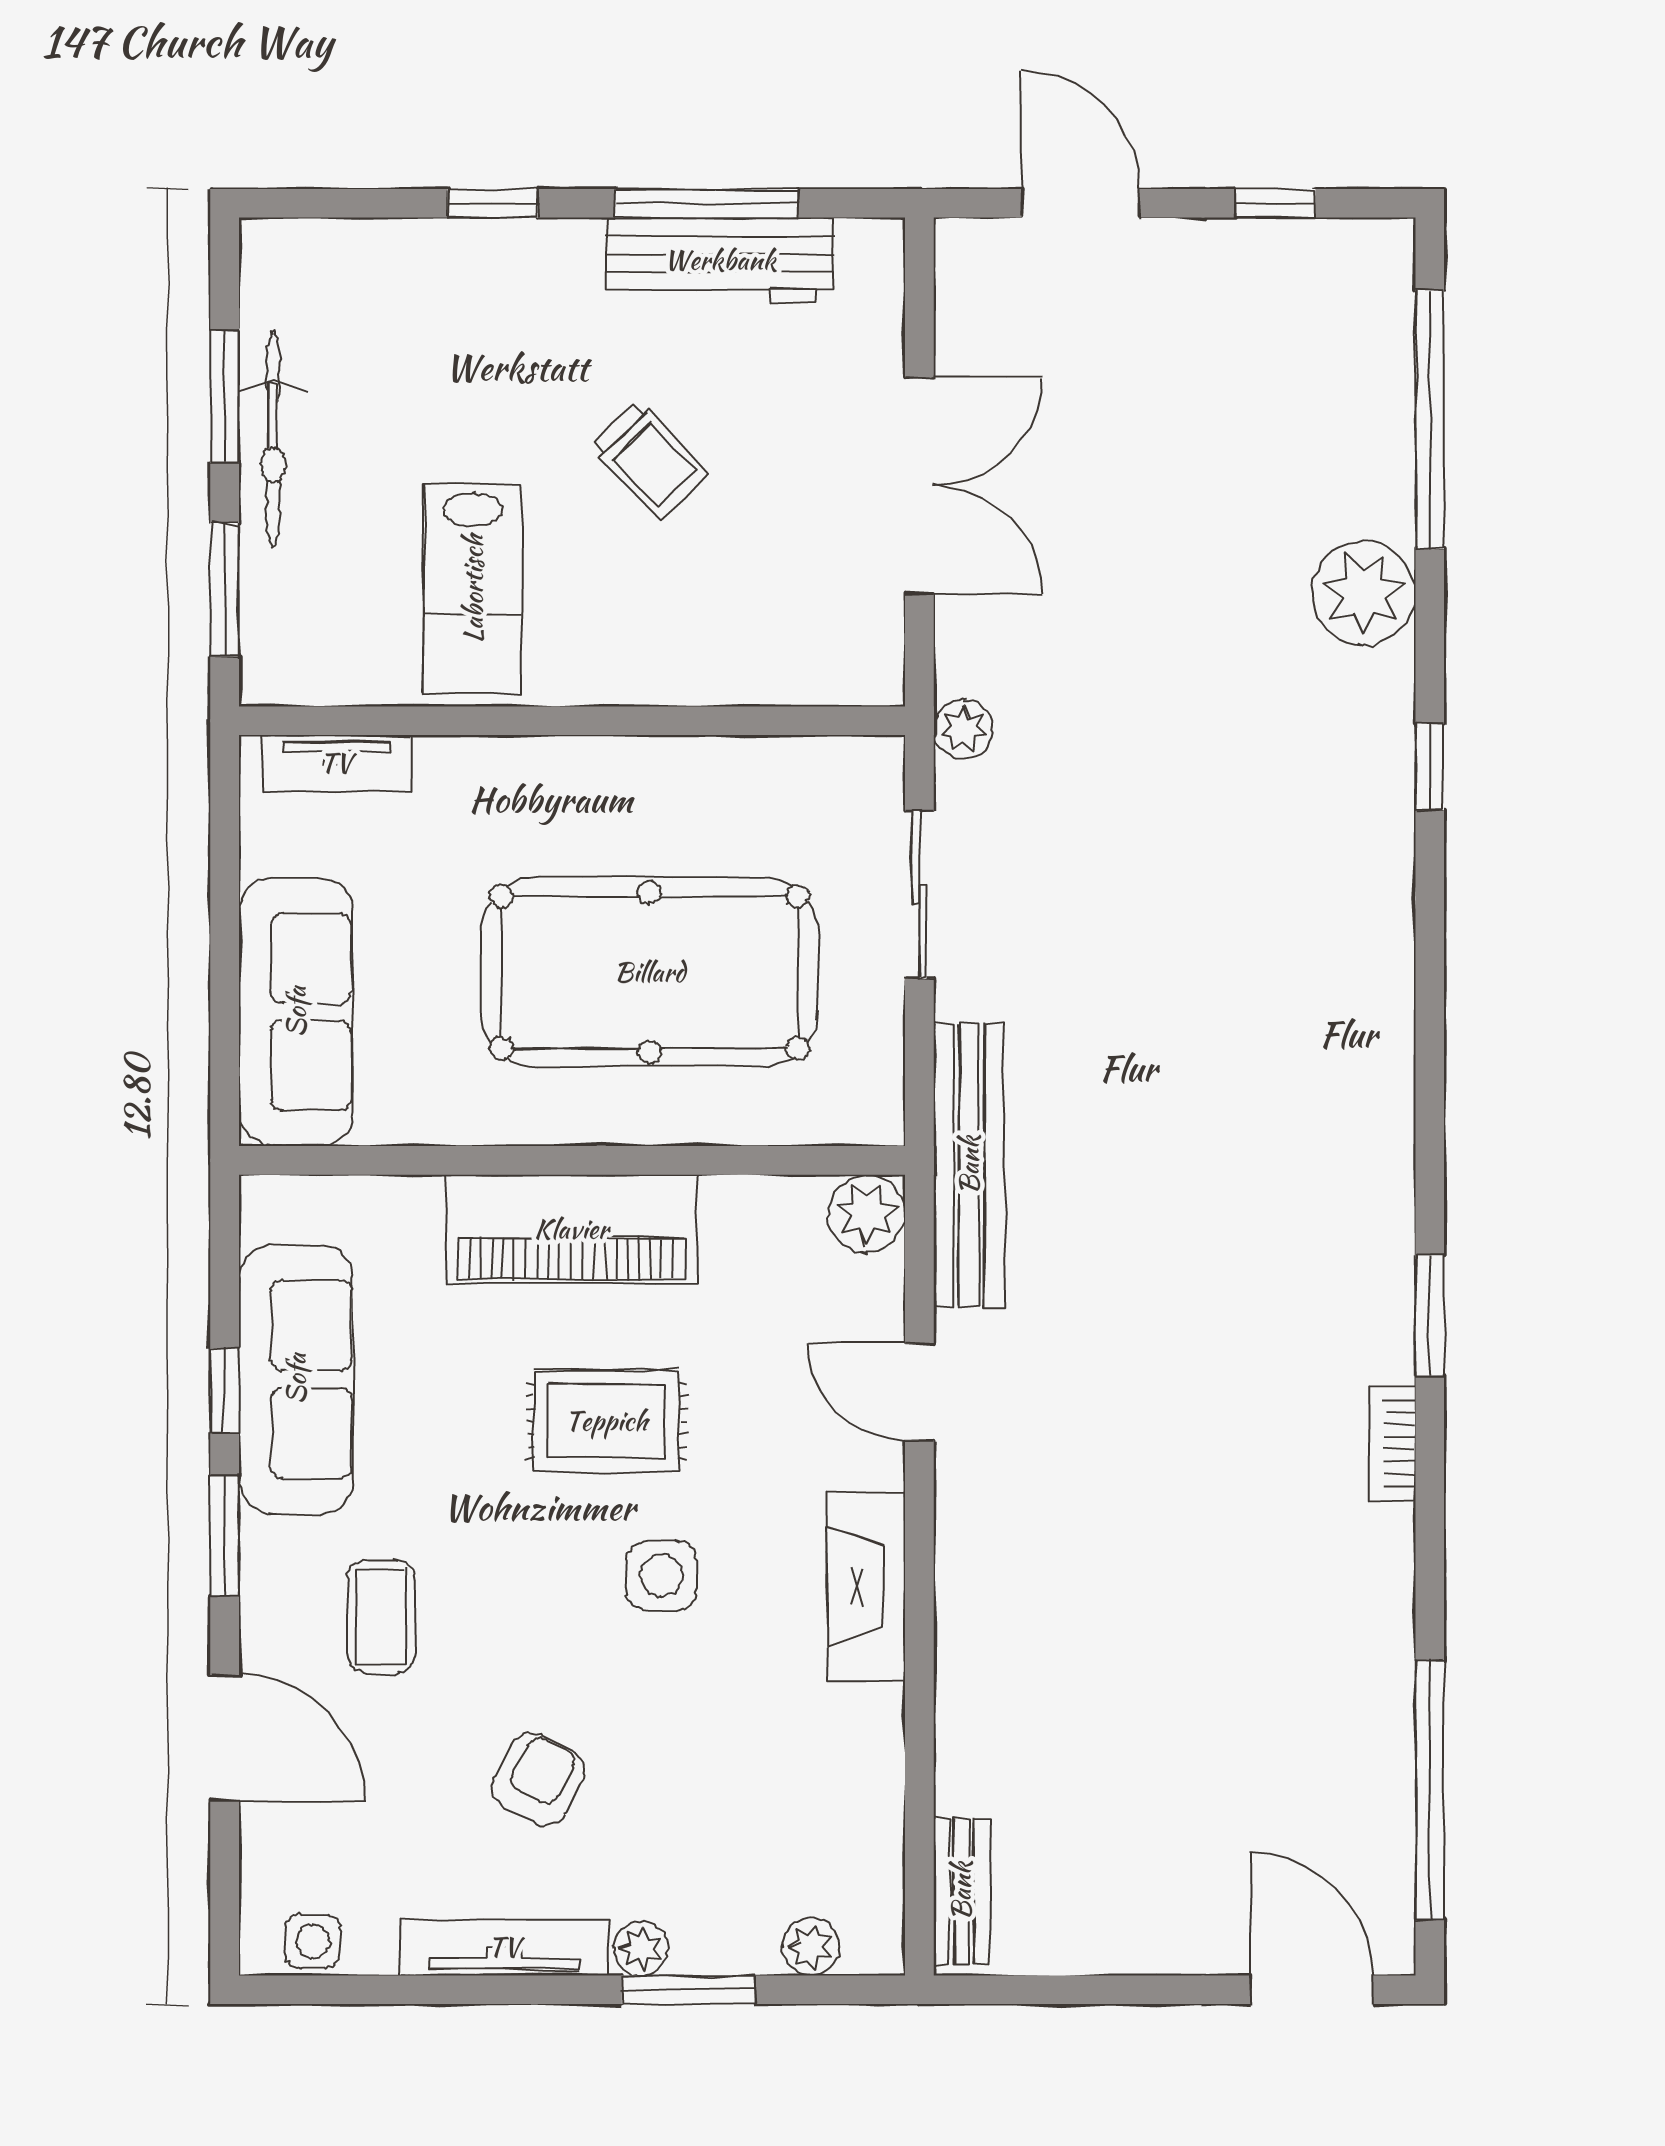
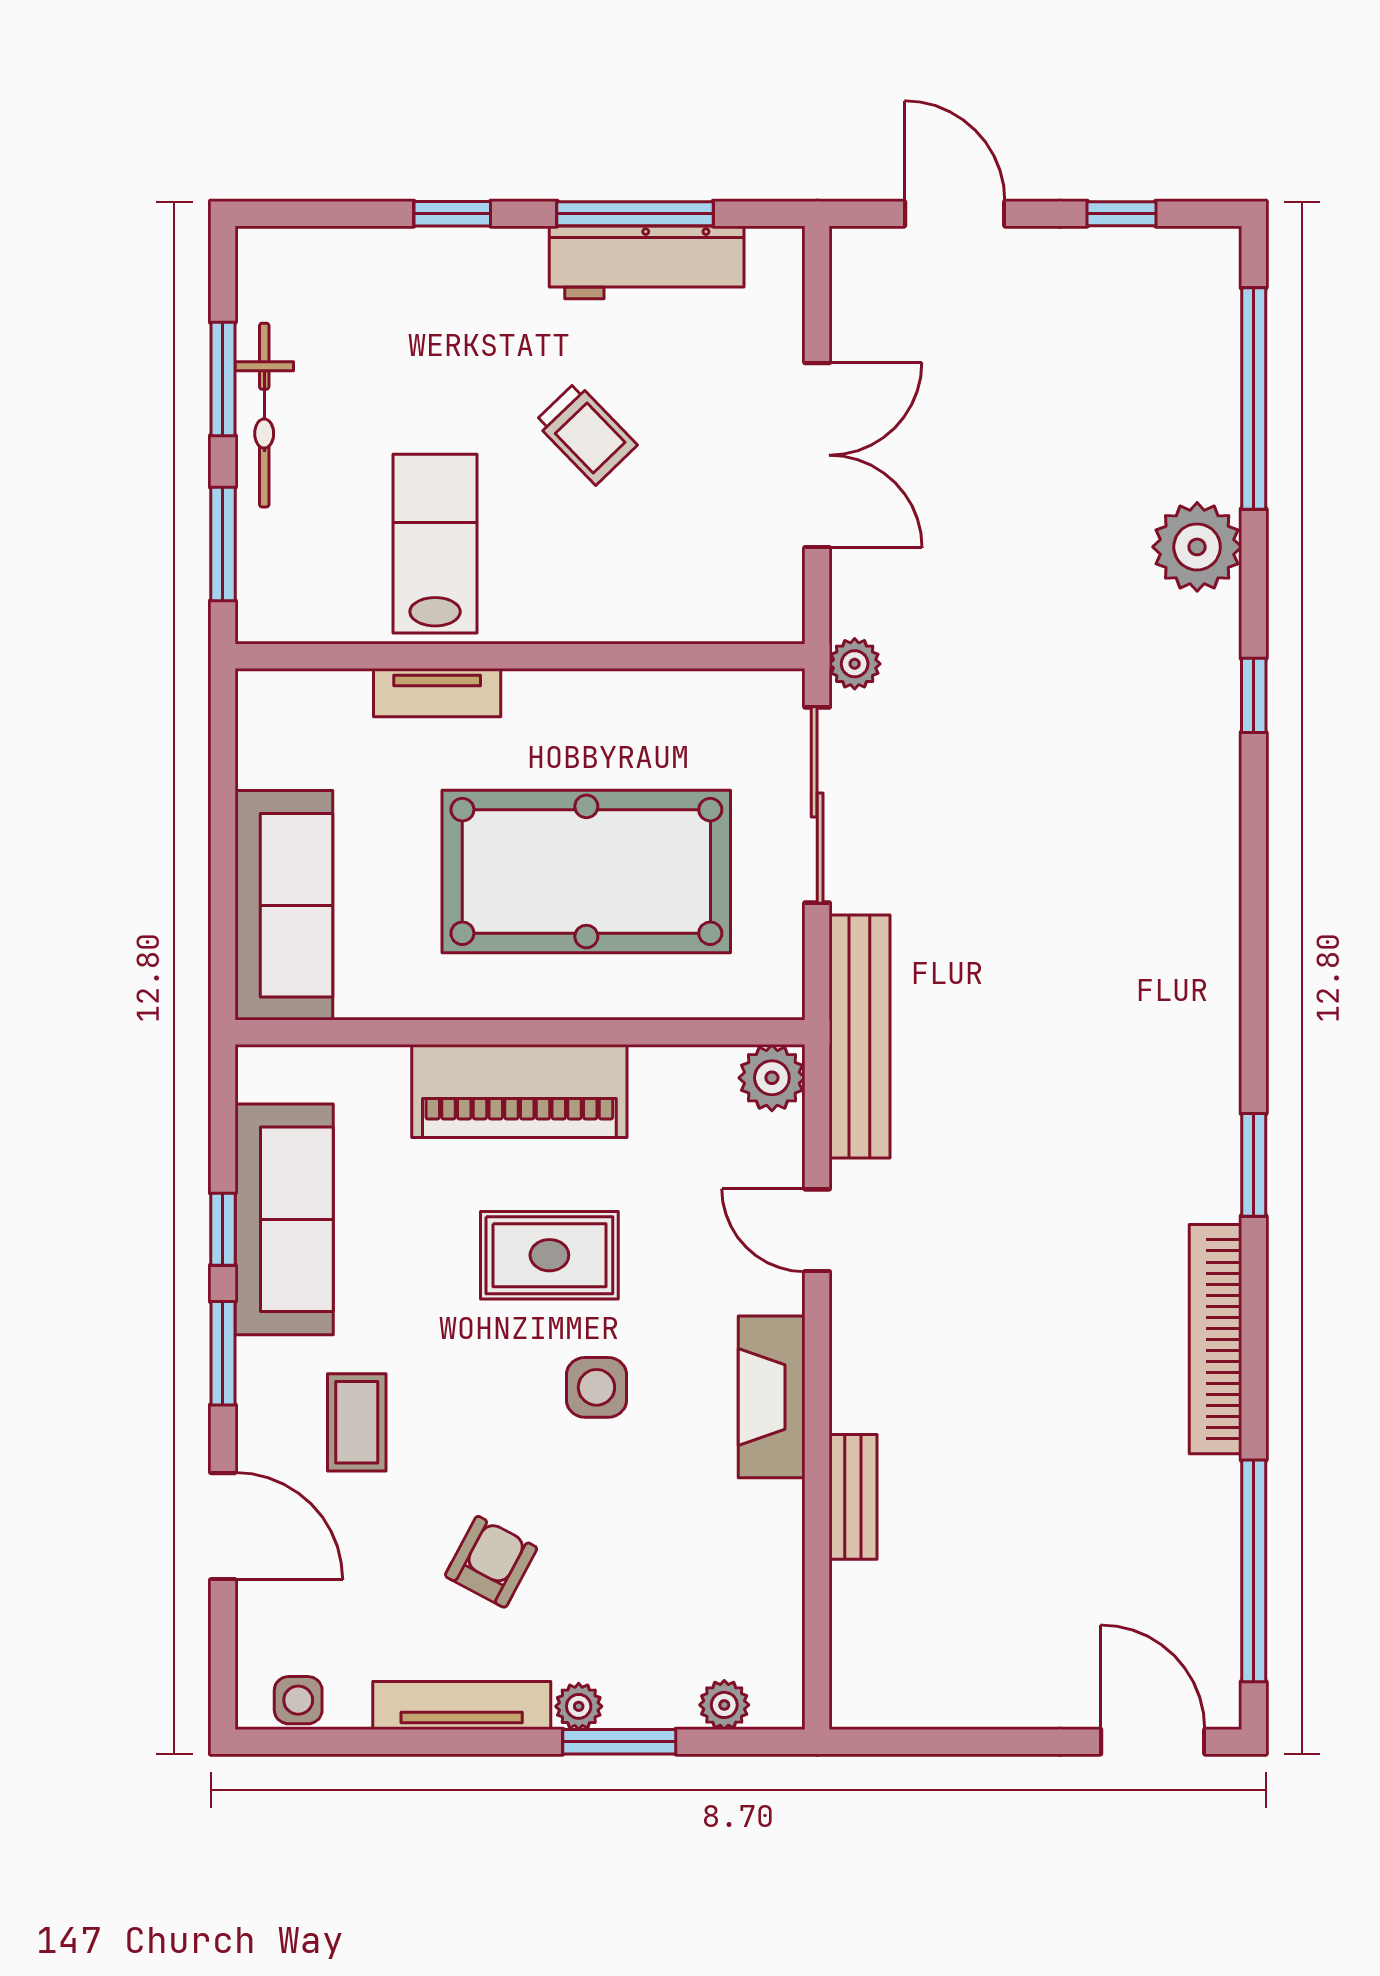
lab bench: (473, 589) -> (435, 544), turned 180
tv unit: (336, 763) -> (437, 693), moved
sliding door: (919, 895) -> (817, 805), width x1.37
bookcase: (1392, 1443) -> (1215, 1339), width x2.31, depth x1.31
bench: (961, 1891) -> (853, 1497), moved

